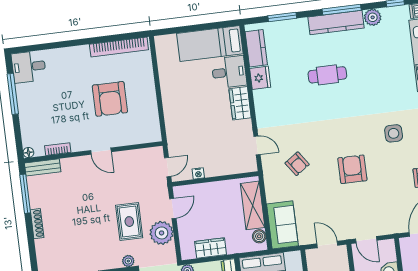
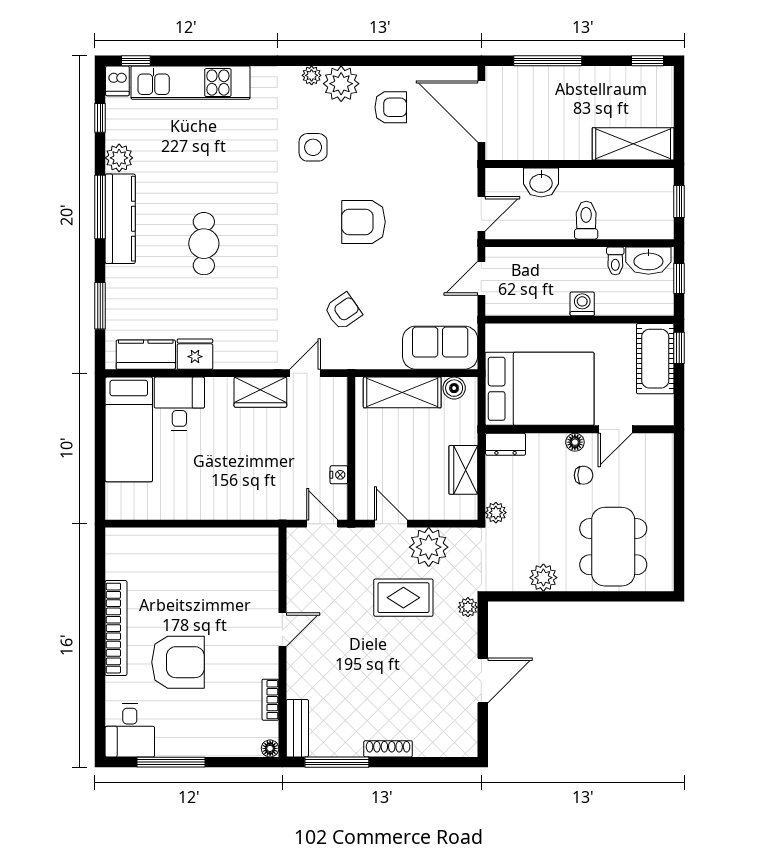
bookcase: (119, 47) -> (116, 628), moved
armchair: (110, 99) -> (178, 662), moved
wardrobe: (240, 103) -> (260, 392), moved

